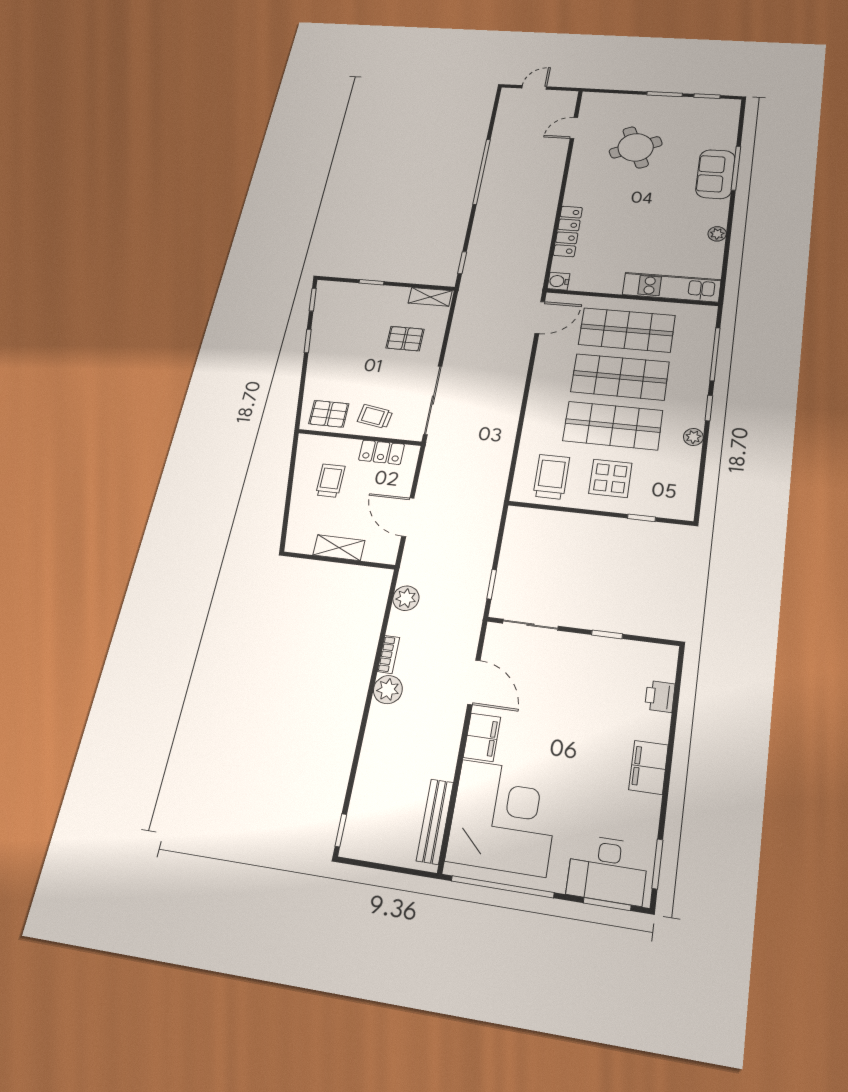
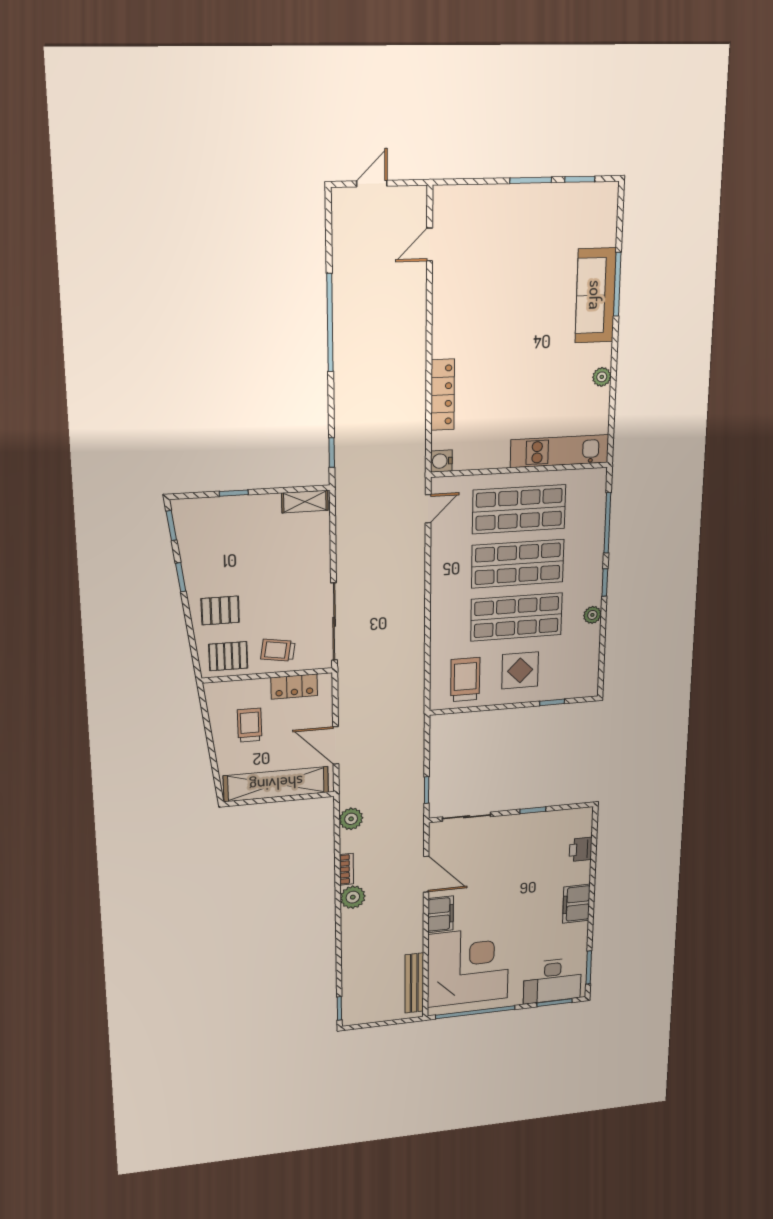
round table: (636, 147) -> (505, 266), removed
sofa: (715, 174) -> (596, 295), width x1.36
door: (540, 318) -> (428, 509), width x0.73
pallet: (405, 339) -> (220, 610), moved
shelving: (339, 548) -> (276, 784), width x2.20, depth x1.33

